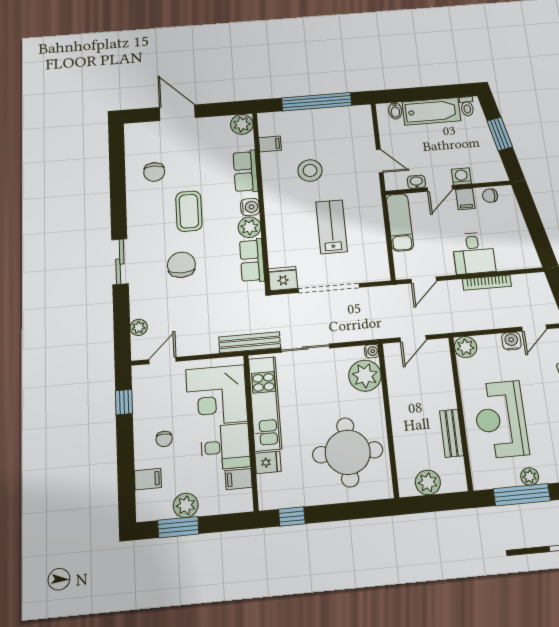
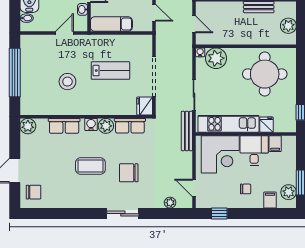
filing cabinet: (270, 144) -> (45, 108), removed
chair: (154, 172) -> (33, 192), moved
lab bench: (331, 227) -> (110, 71), turned 180
plant: (186, 505) -> (289, 192), moved

